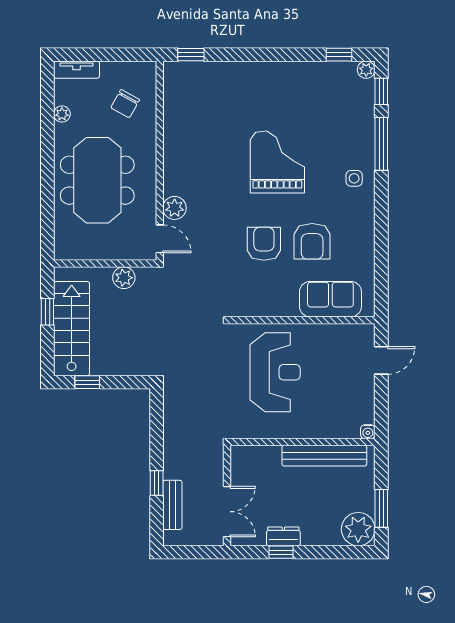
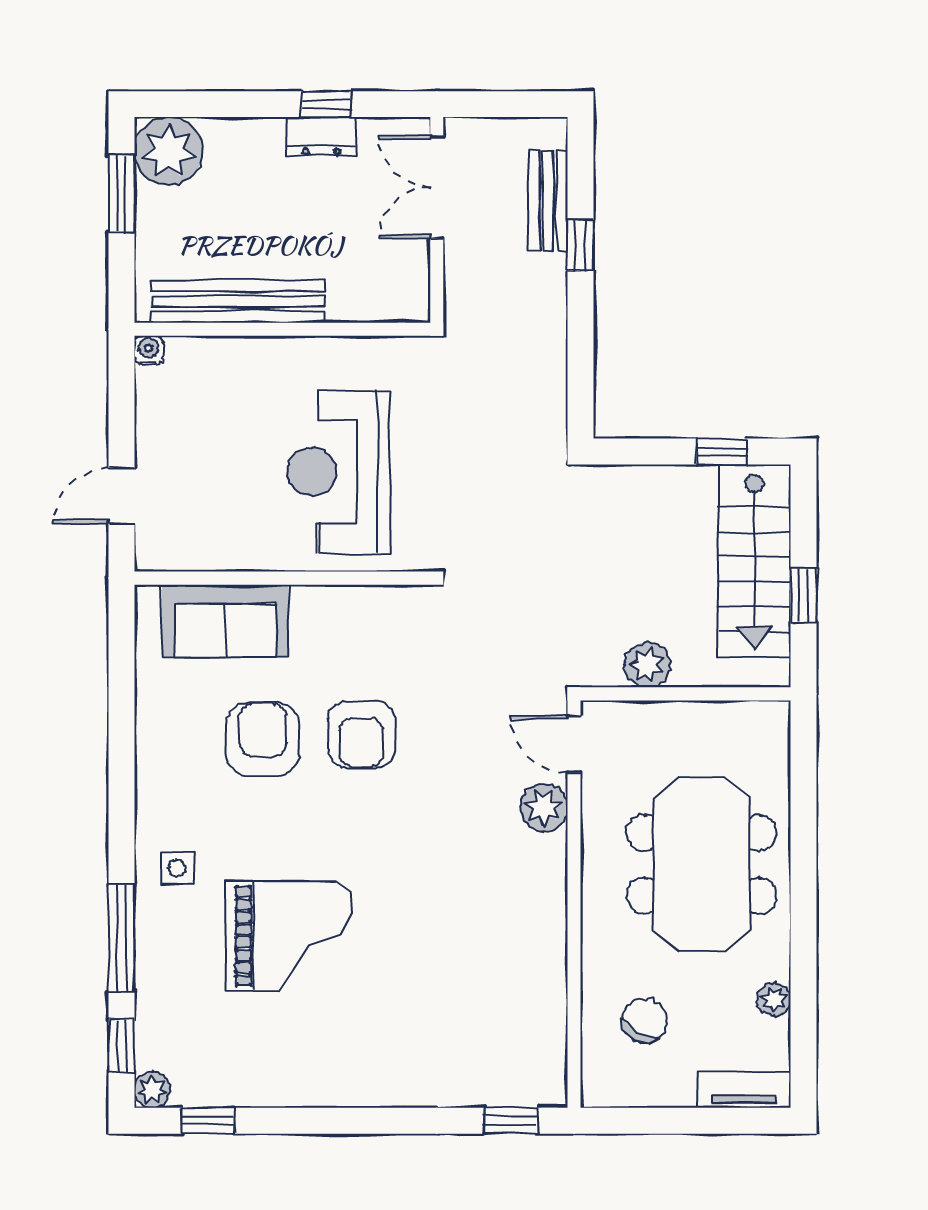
grand piano: (277, 162) -> (289, 936), moved, turned -90

